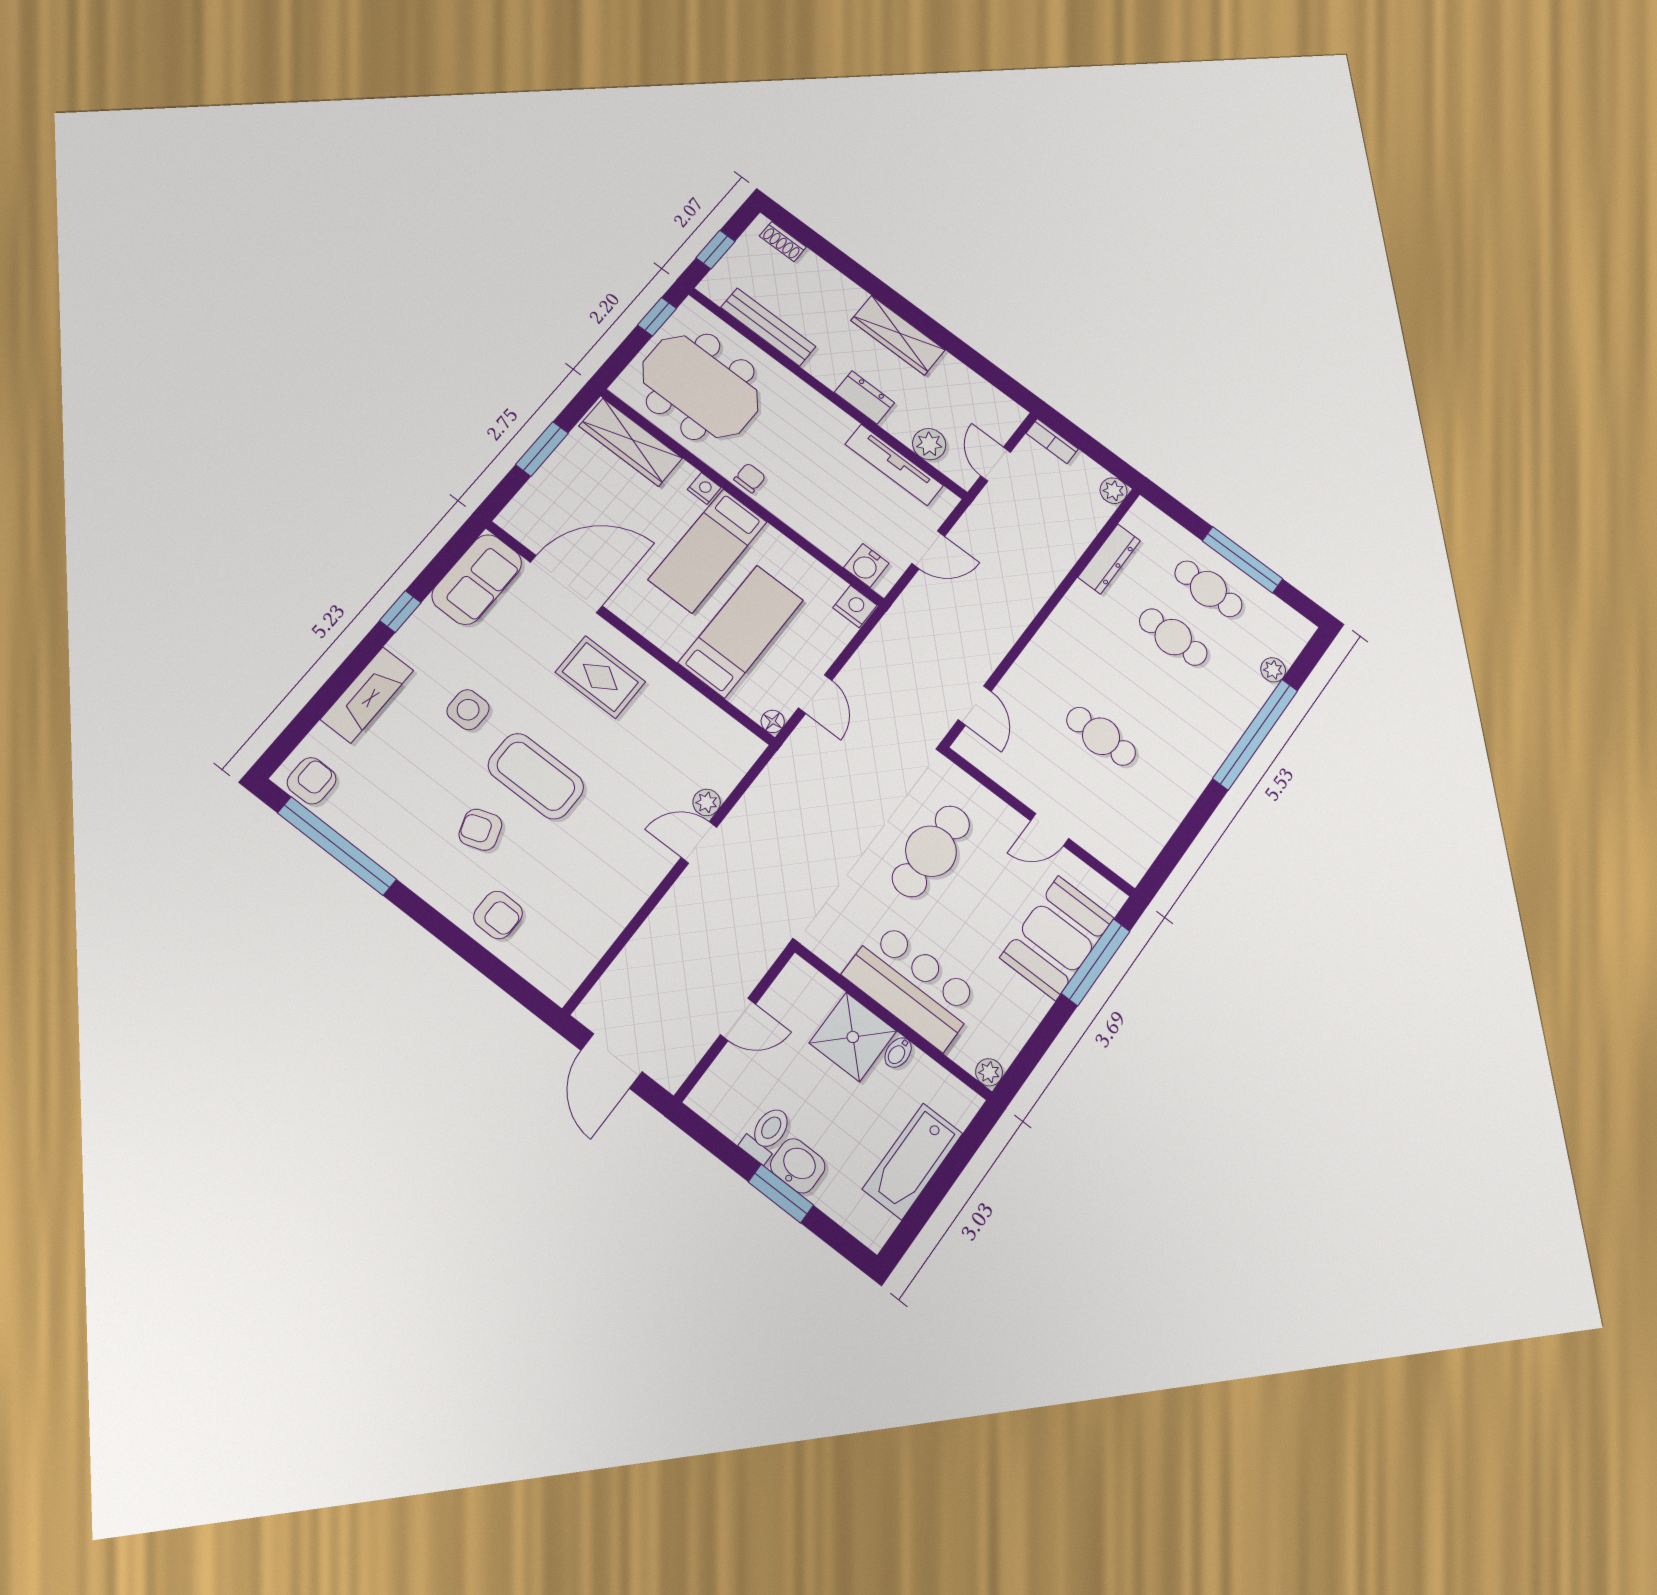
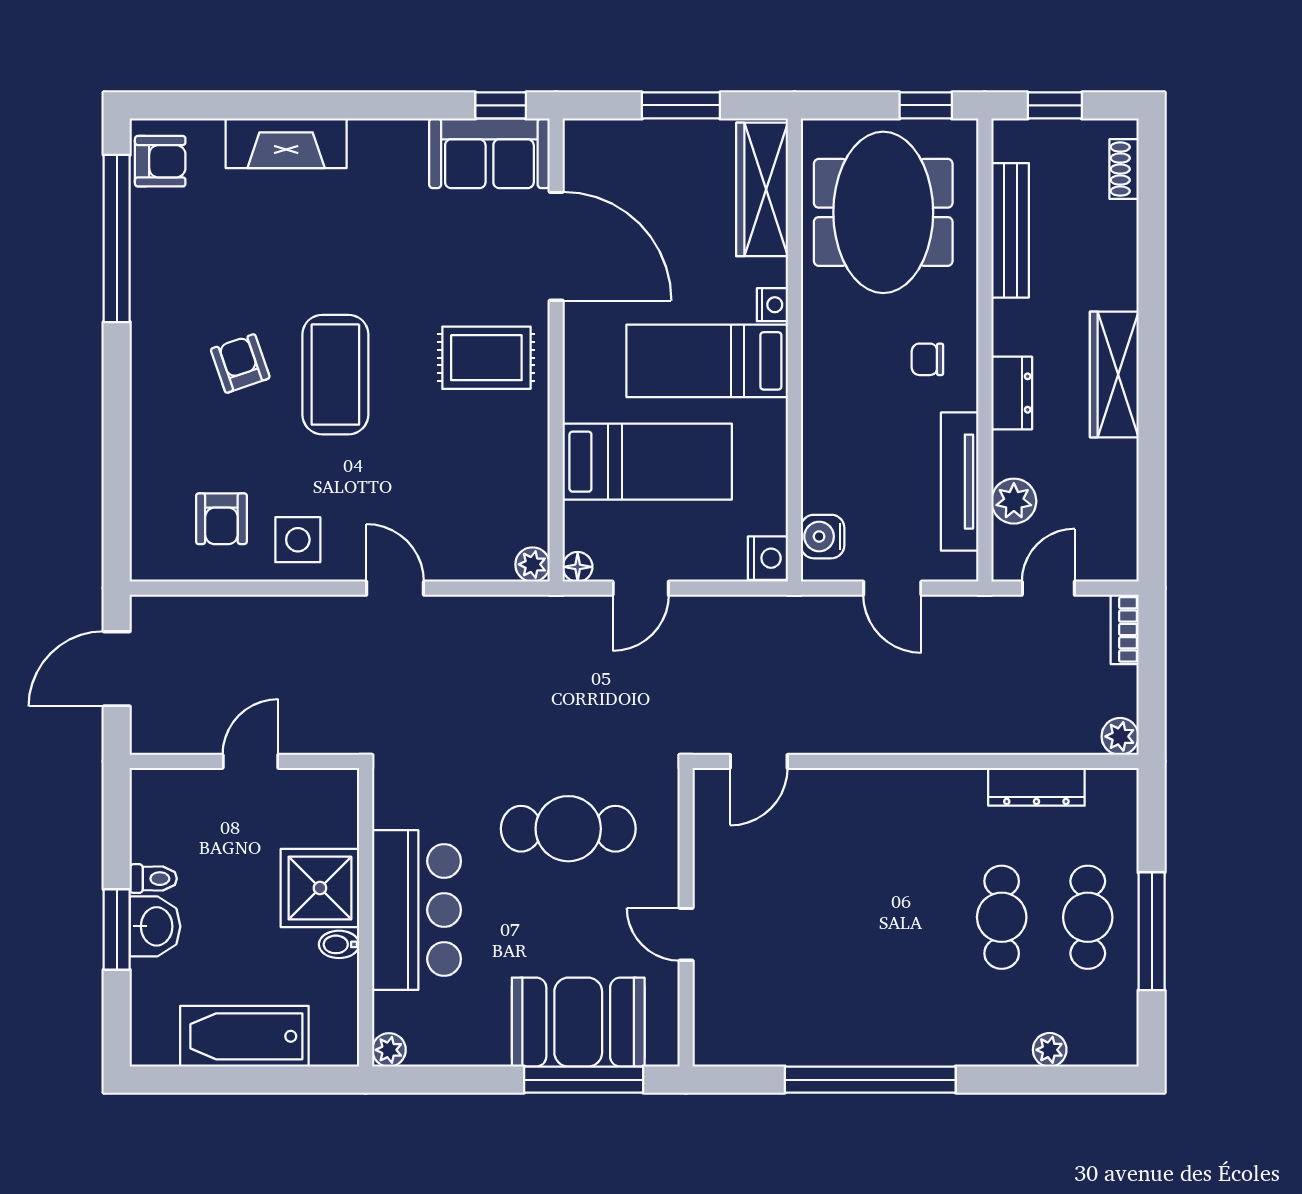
chair: (750, 478) -> (927, 359), moved, turned 180
window: (400, 612) -> (501, 105), moved
rug: (600, 677) -> (486, 358), turned 90
side table: (468, 710) -> (298, 540), moved
window: (1255, 734) -> (870, 1080), moved
cafe table: (1101, 736) -> (829, 917), removed
plant: (707, 802) -> (532, 564), moved
armchair: (498, 915) -> (221, 519), moved
door: (738, 1019) -> (250, 761), swing flipped
toilet: (767, 1134) -> (153, 879), width x0.73, depth x0.72

